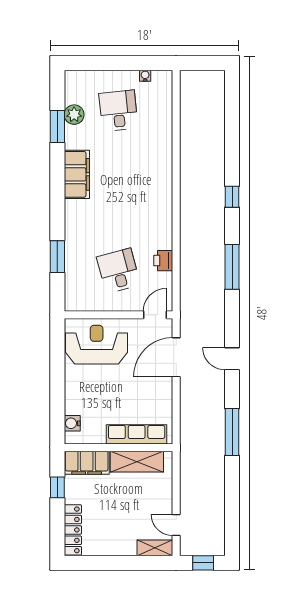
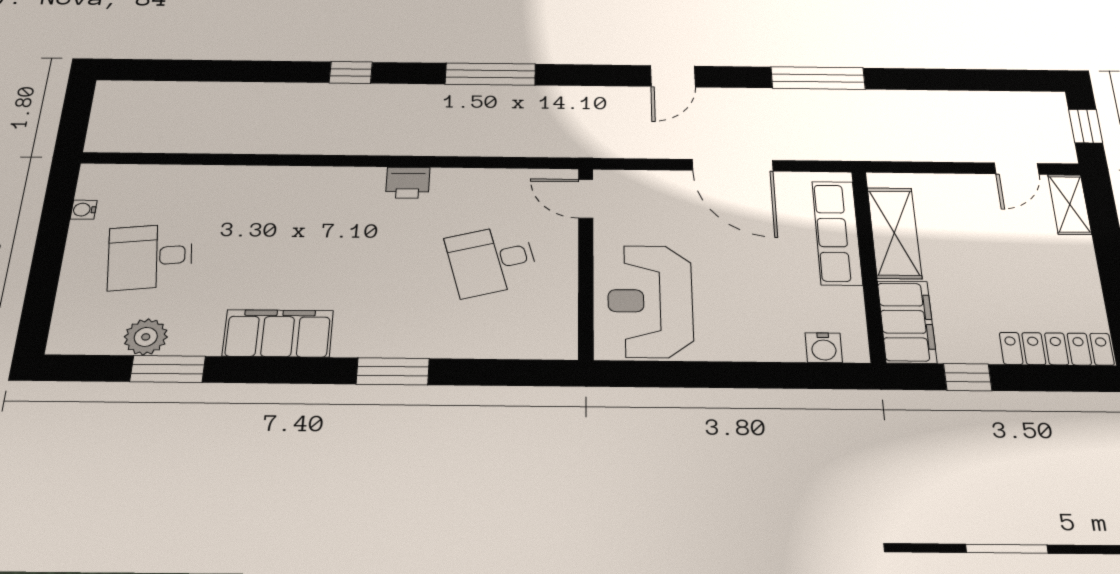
window: (57, 257) -> (393, 371), moved
printer: (163, 261) -> (408, 183), moved
door: (176, 357) -> (733, 165), moved

